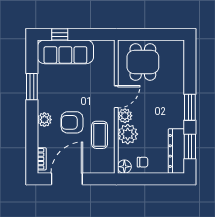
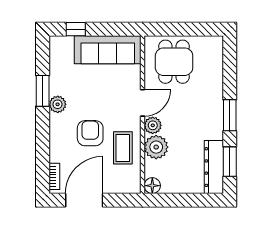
sofa: (65, 52) -> (108, 50), moved
plant: (44, 120) -> (58, 104), moved
armchair: (72, 122) -> (90, 133), turned 90
chair: (143, 162) -> (174, 180), removed

